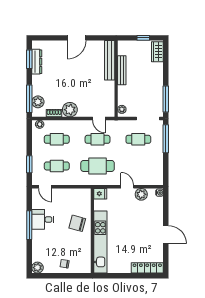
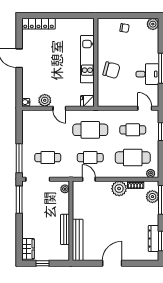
cafe table: (57, 139) -> (133, 158), width x1.37, depth x1.35
kitchen unit: (100, 242) -> (87, 59), width x0.73

